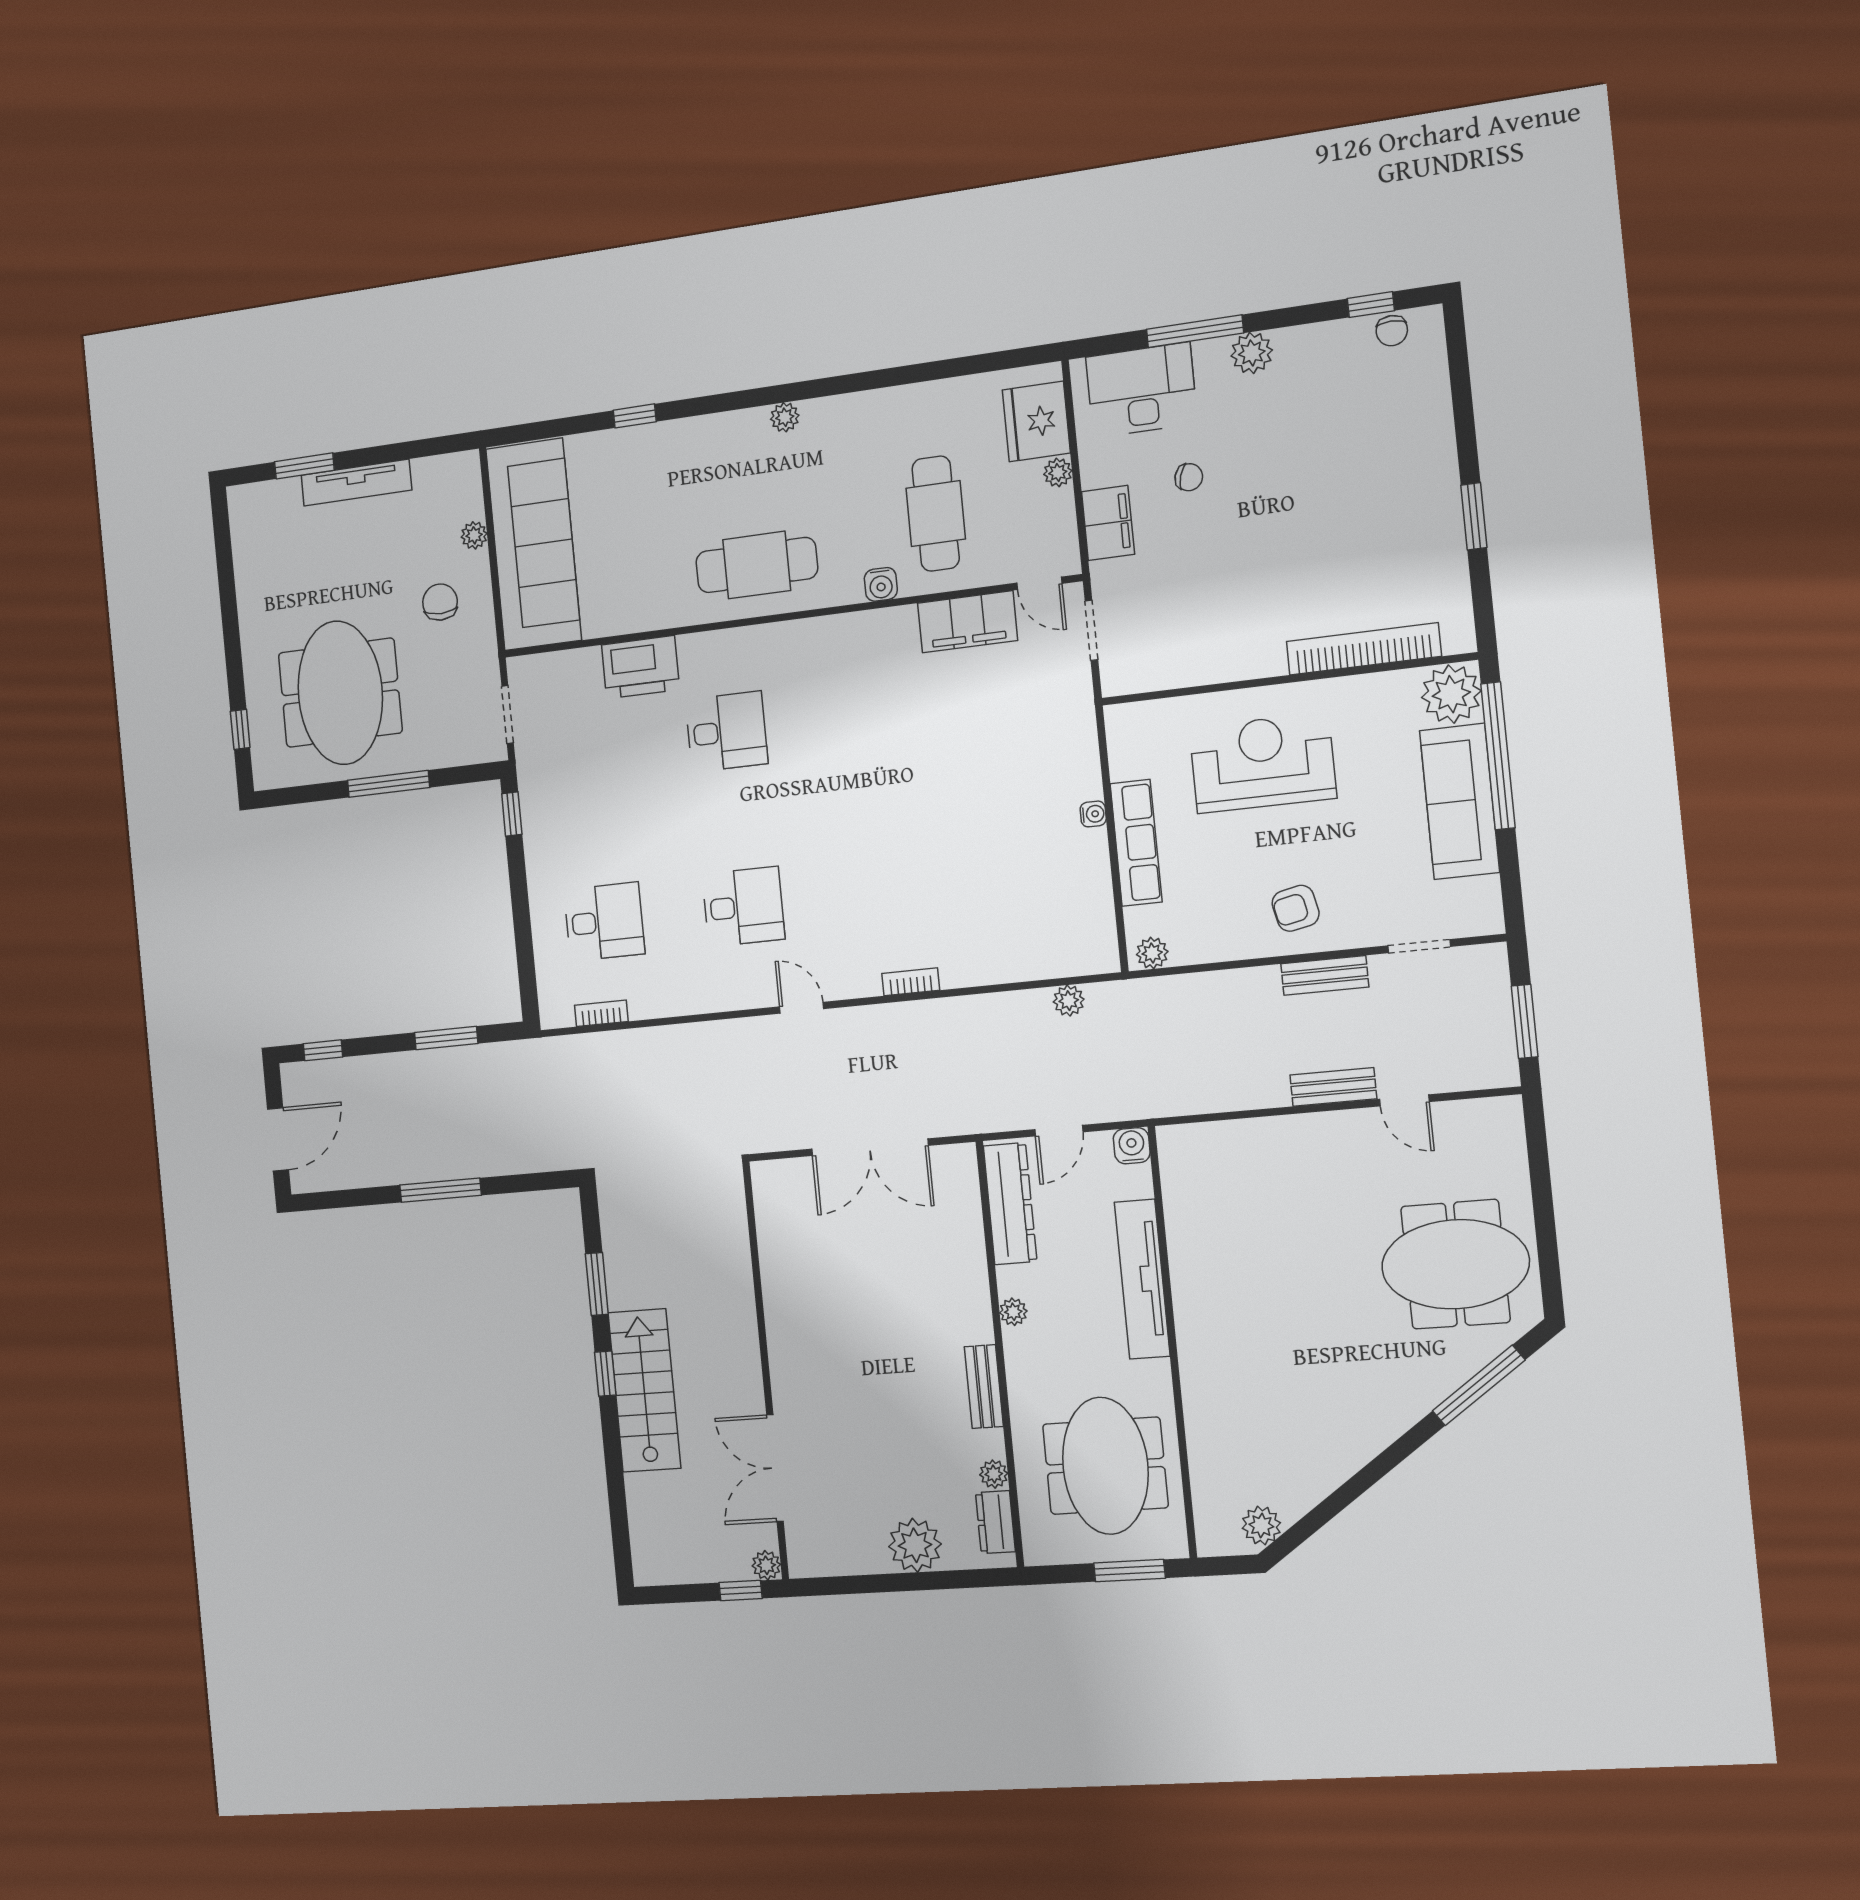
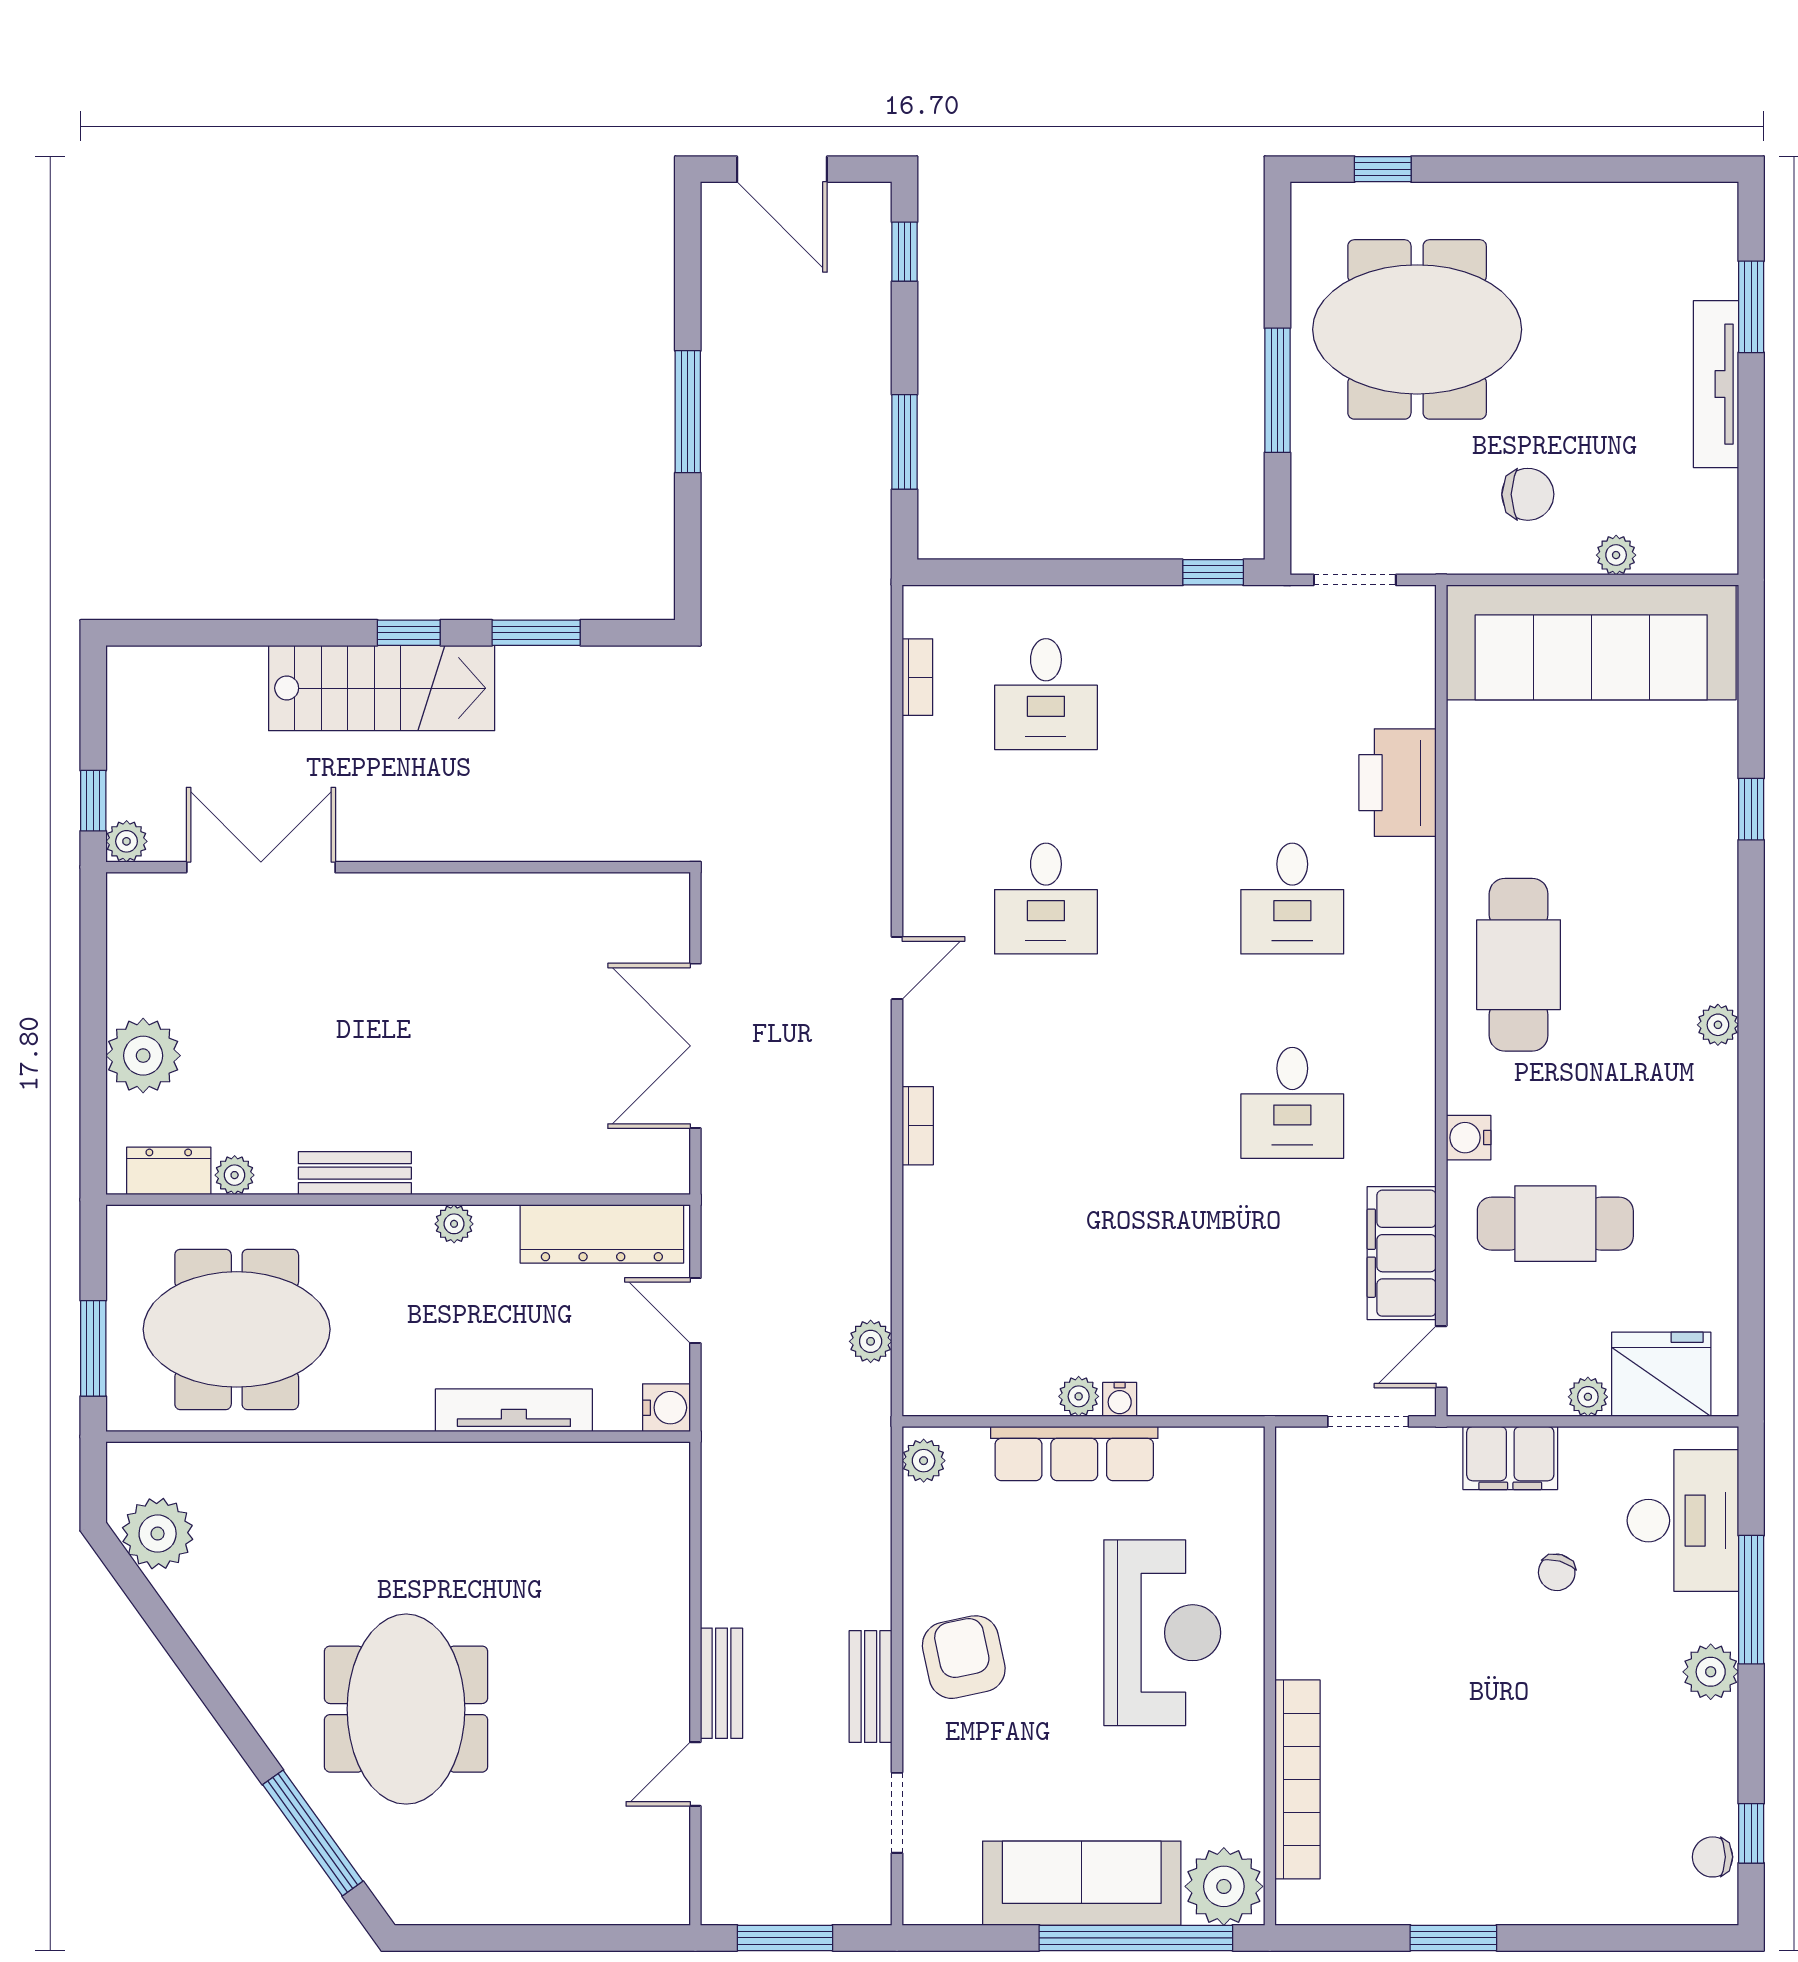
desk: (869, 714) -> (1292, 1103), added
plant: (1094, 844) -> (1079, 1396), added
armchair: (1296, 908) -> (964, 1657), width x1.38, depth x1.38
meeting table: (1455, 1264) -> (406, 1709), moved
tv unit: (1142, 1279) -> (514, 1410), width x0.73, depth x0.78
plant: (1261, 1526) -> (158, 1534), width x1.36, depth x1.36

